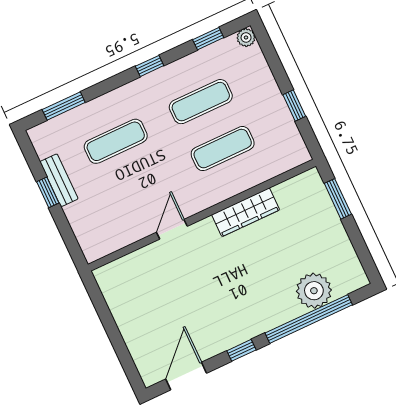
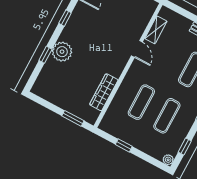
wardrobe: (246, 212) -> (104, 92), moved
shelving: (124, 236) -> (156, 30), added
plant: (314, 291) -> (62, 52), moved
window: (309, 319) -> (45, 55), width x0.32

